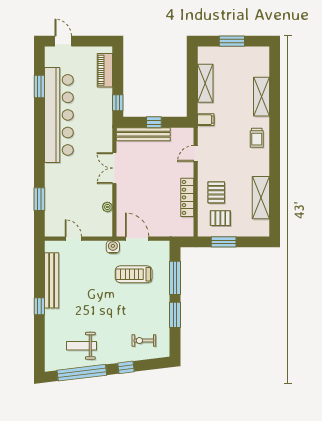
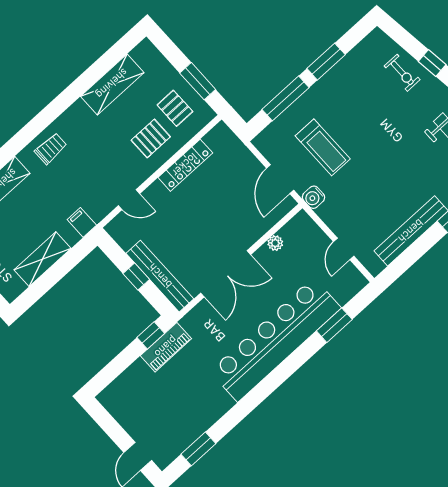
piano: (105, 70) -> (166, 347), moved
window: (39, 87) -> (198, 449), moved
bar counter: (59, 115) -> (275, 340), moved
double door: (114, 168) -> (226, 274), width x1.37
exercise bike: (144, 341) -> (402, 73), moved

